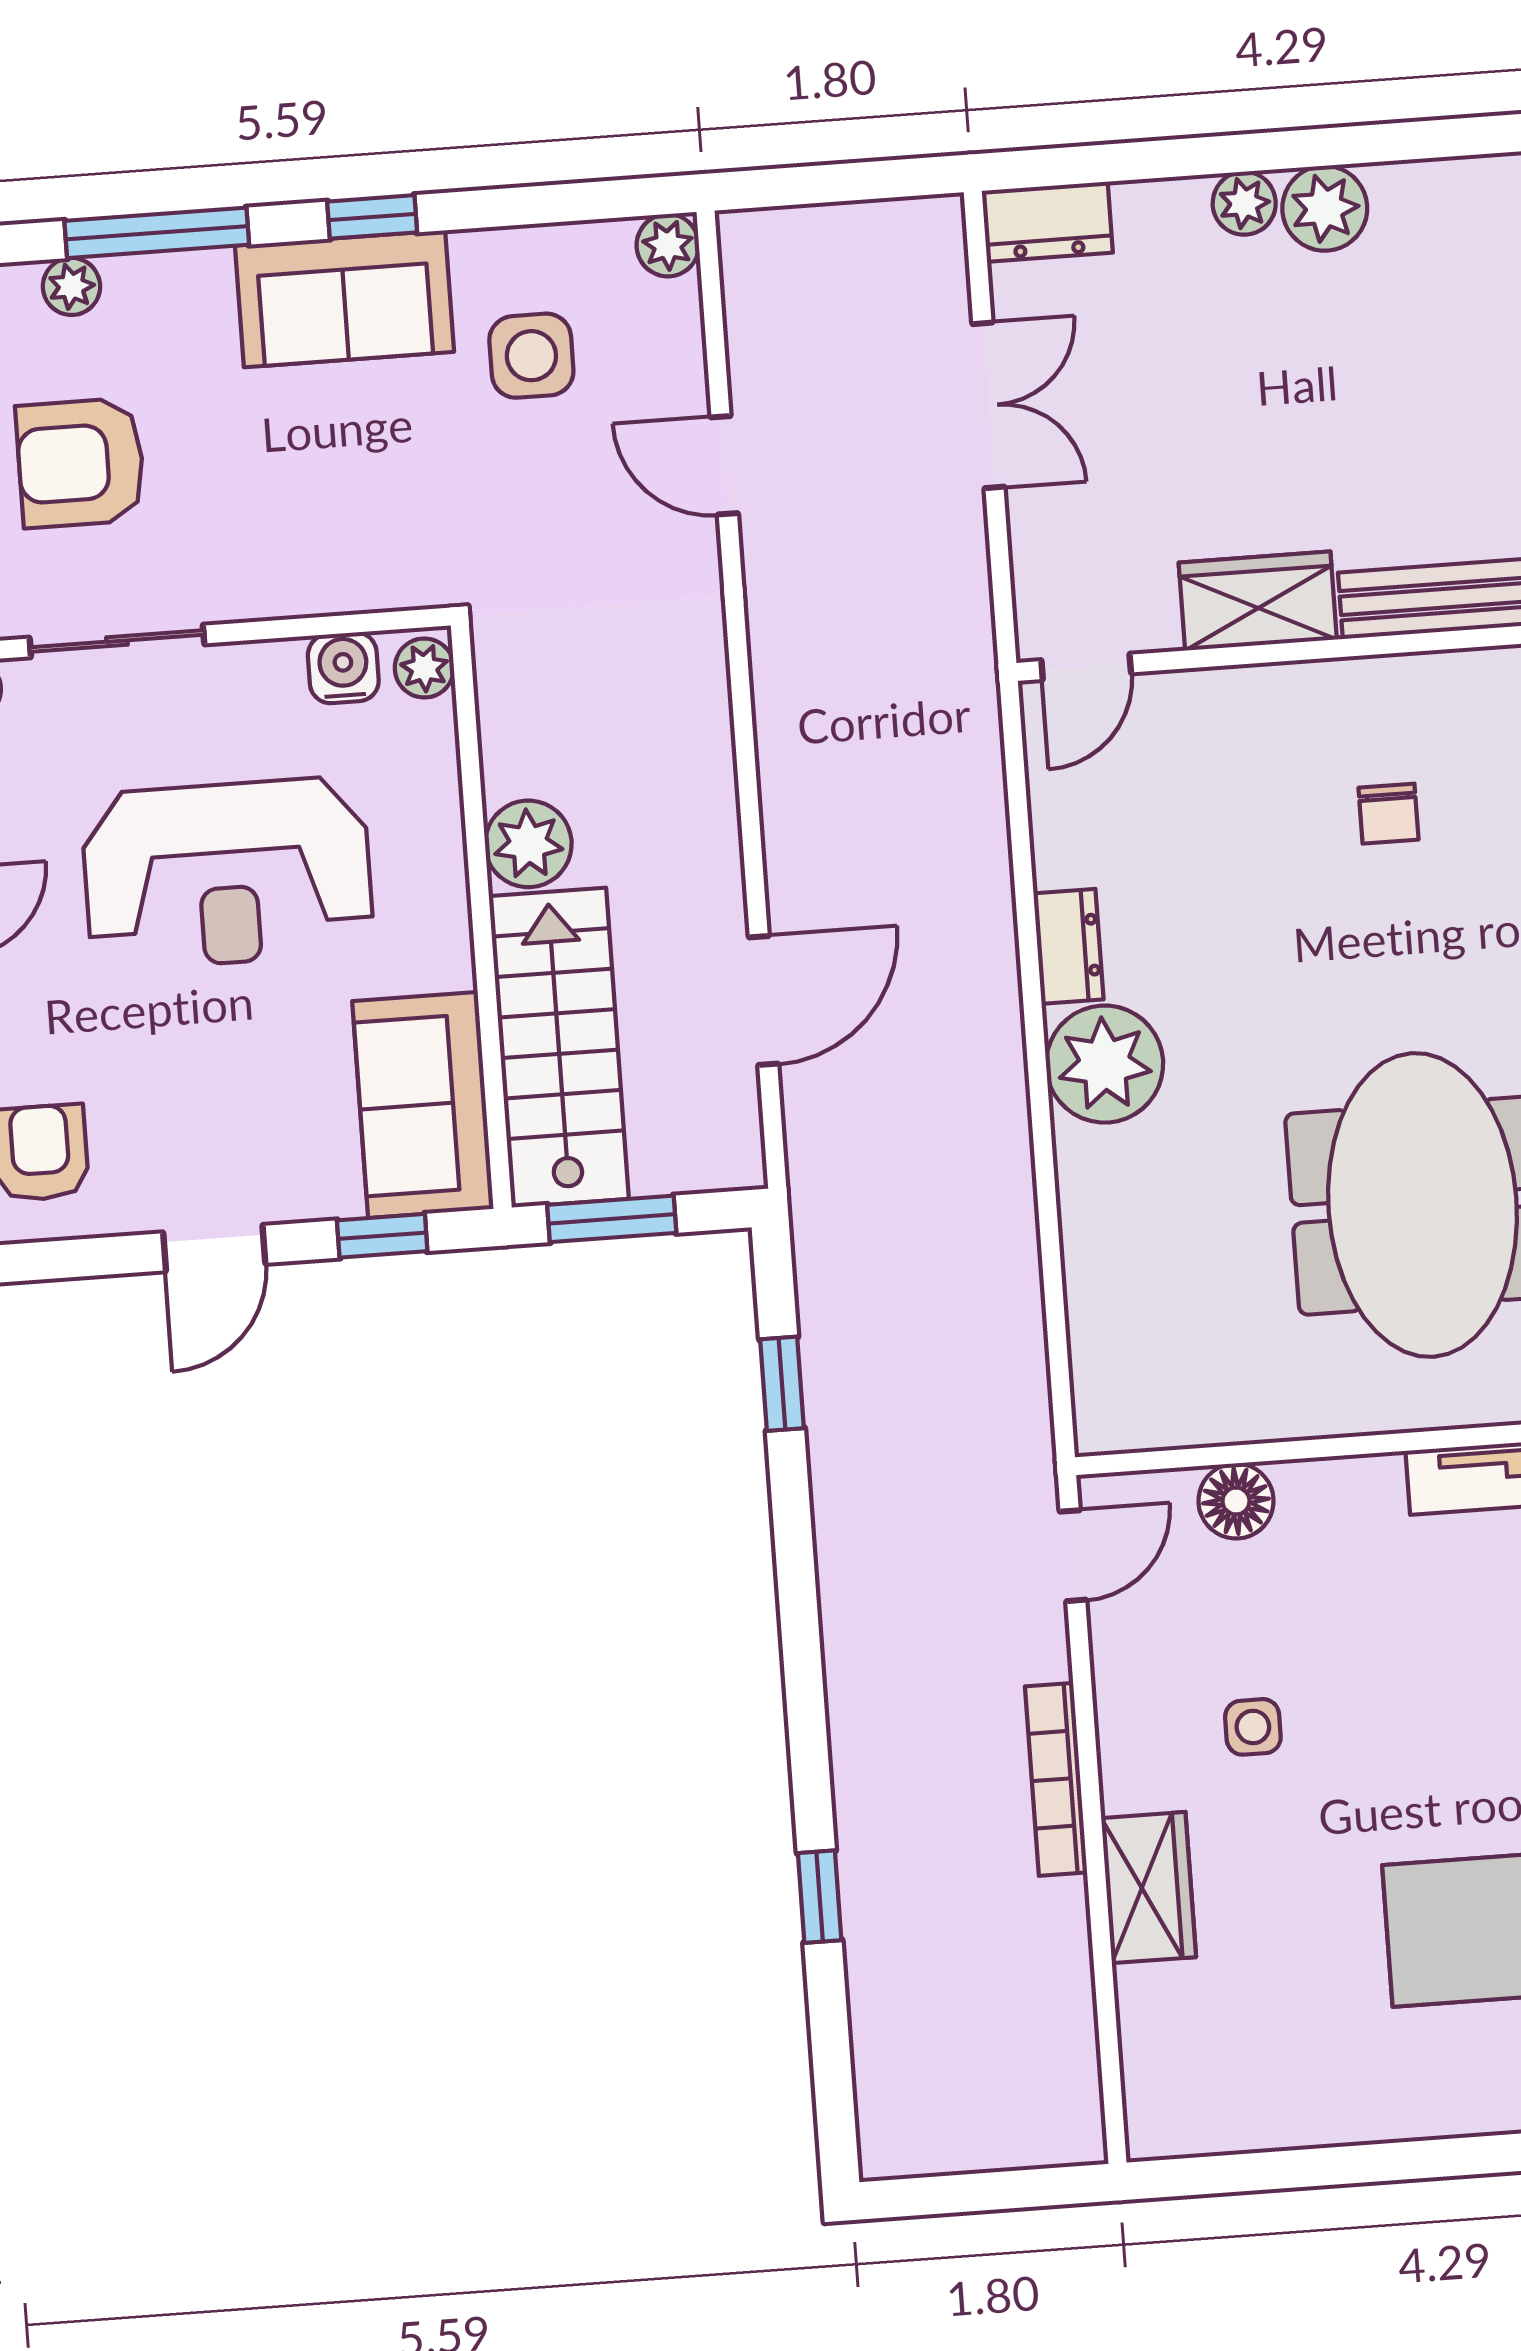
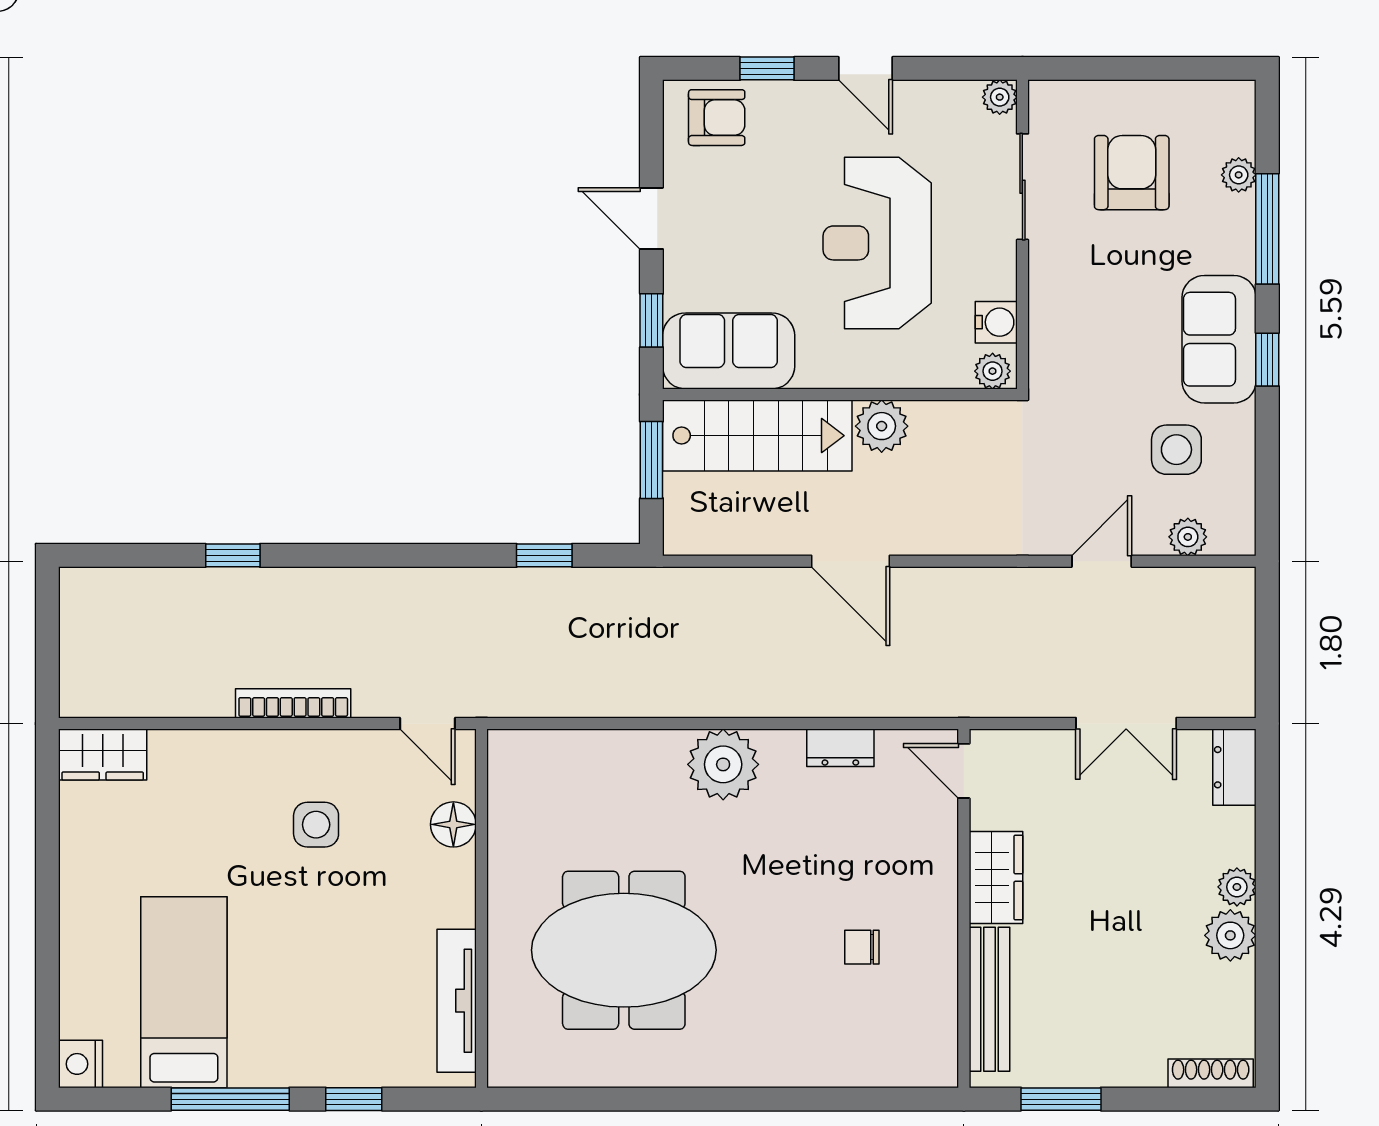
plant: (668, 245) -> (1188, 537), moved
dresser: (1068, 946) -> (840, 748), moved
door: (764, 1001) -> (850, 561), moved
side table: (1253, 1727) -> (316, 825), width x1.37, depth x1.37
wardrobe: (1149, 1888) -> (103, 755), moved

